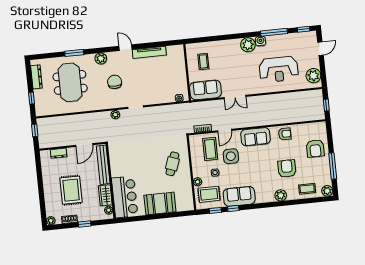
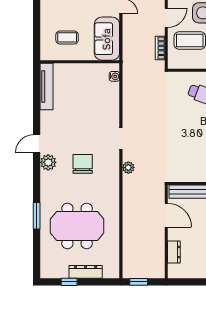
tv unit: (149, 52) -> (47, 86), moved
plant: (101, 59) -> (48, 162), moved
dresser: (36, 77) -> (86, 272), moved
chair: (115, 82) -> (83, 164), turned 90
window: (31, 98) -> (69, 282), moved
door: (225, 131) -> (166, 18), hinge flipped

